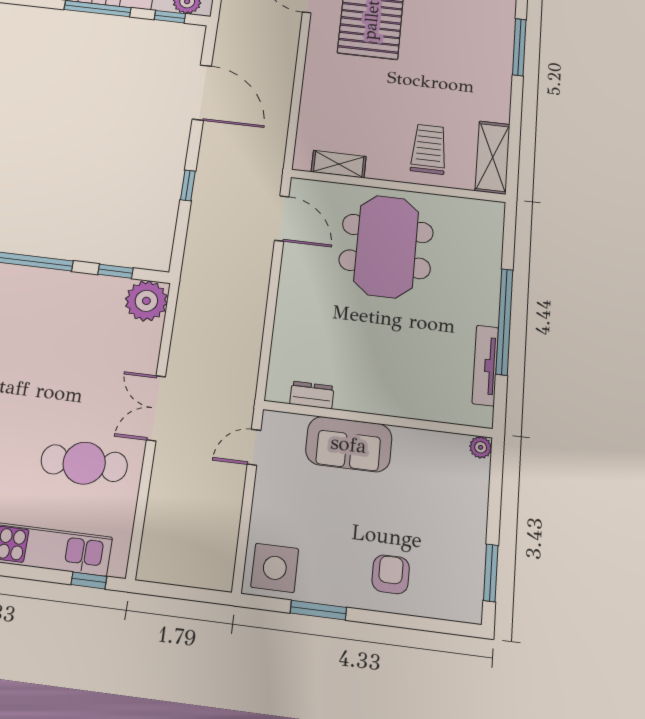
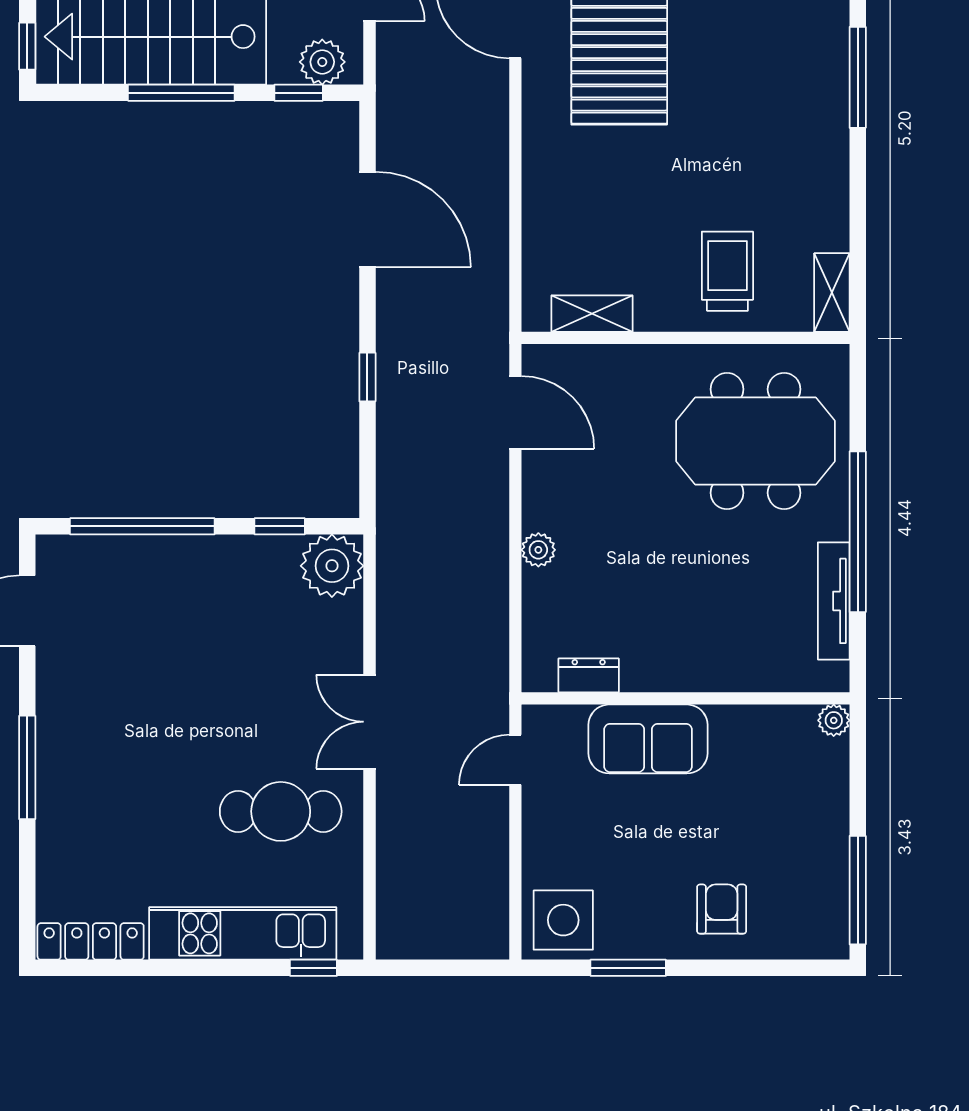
shelving: (493, 157) -> (832, 292), width x0.67, depth x0.75
meeting table: (386, 246) -> (756, 441), moved, turned 90
plant: (287, 307) -> (538, 550), added
window: (491, 573) -> (858, 890), width x1.44

